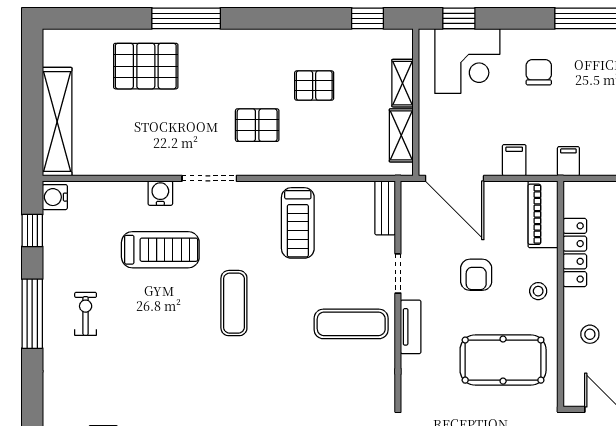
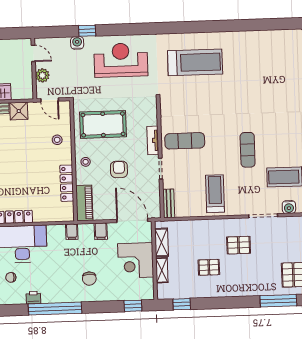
corner desk: (467, 61) -> (136, 260), moved, turned -90

